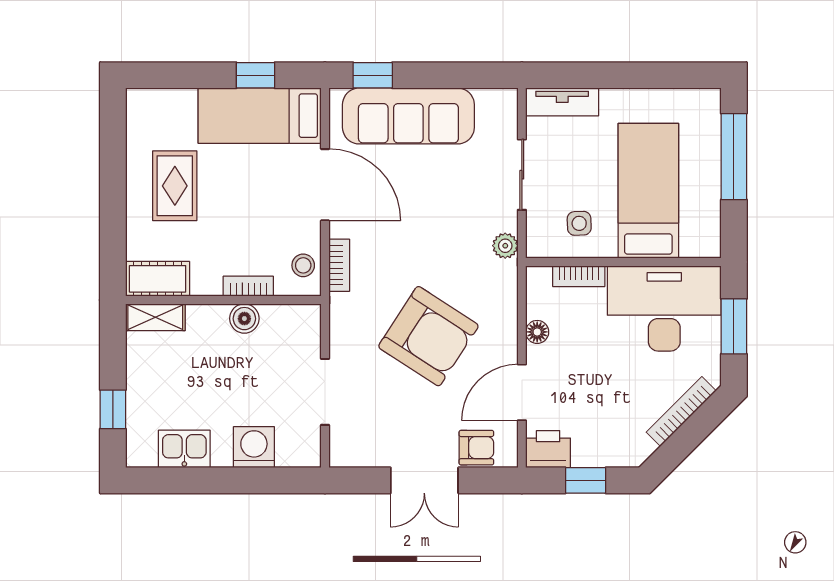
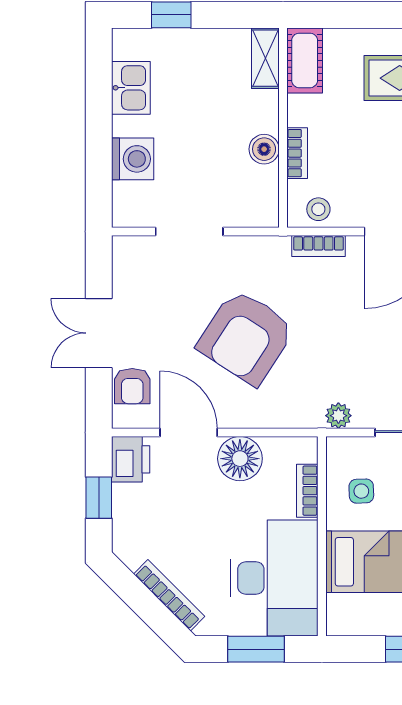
floor lamp: (537, 332) -> (240, 459), width x1.89, depth x1.89

